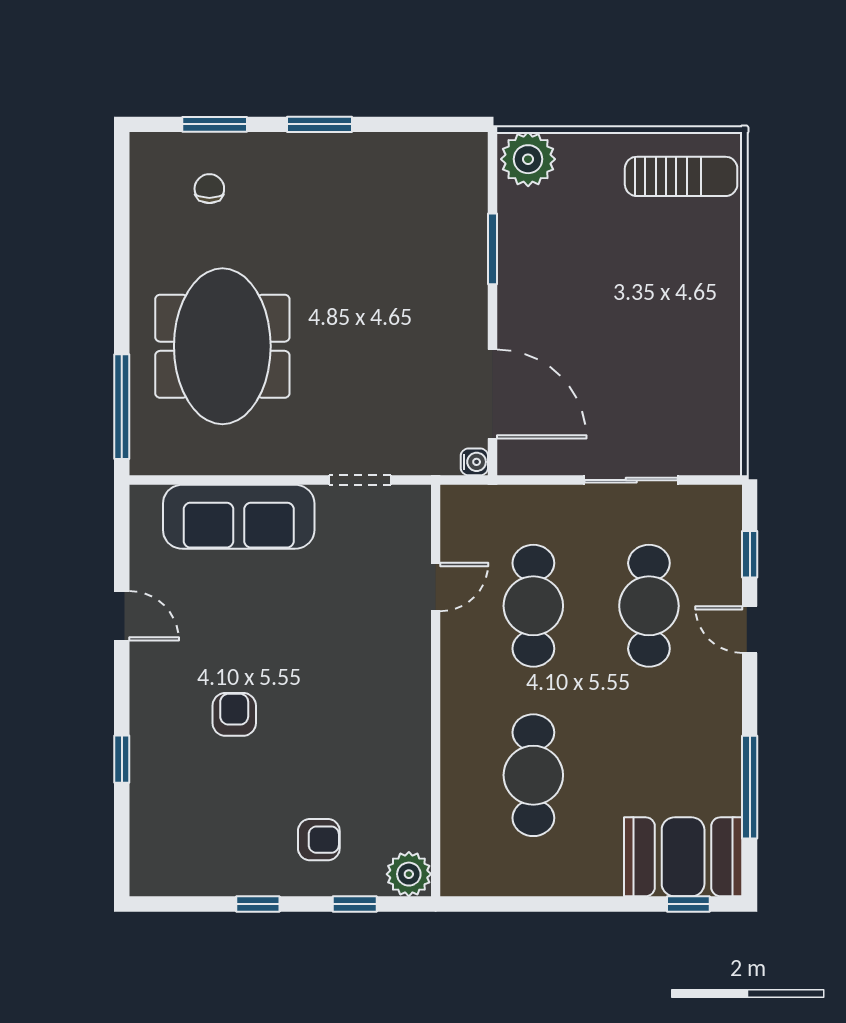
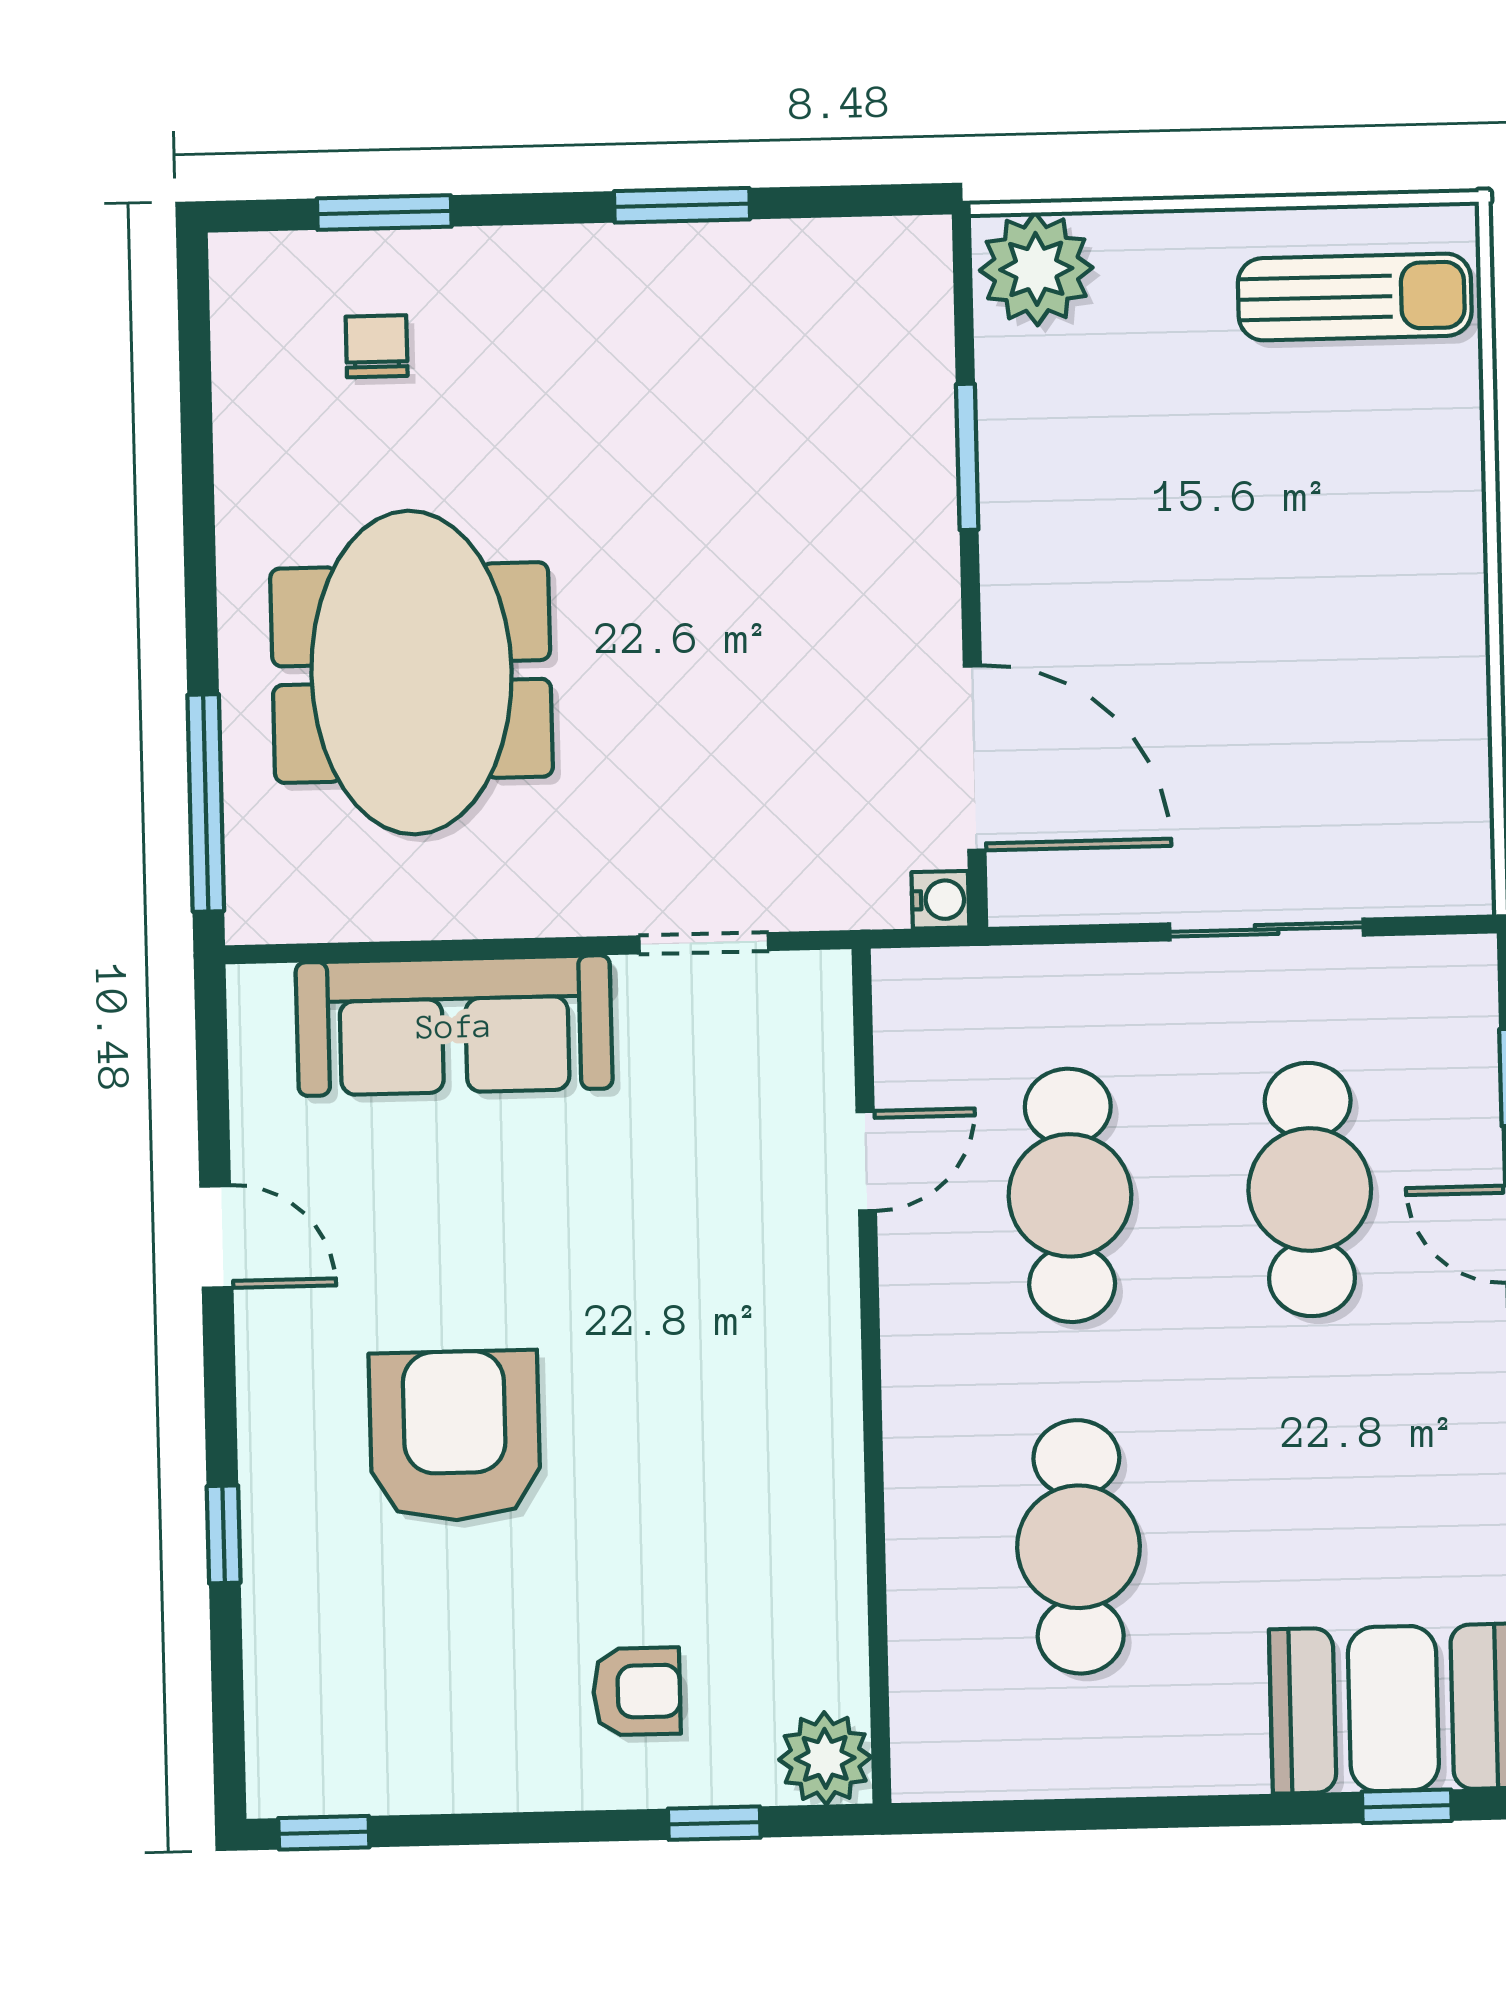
window: (320, 124) -> (682, 205), moved
armchair: (234, 714) -> (455, 1436), width x1.88, depth x1.88
window: (258, 904) -> (324, 1833), moved

